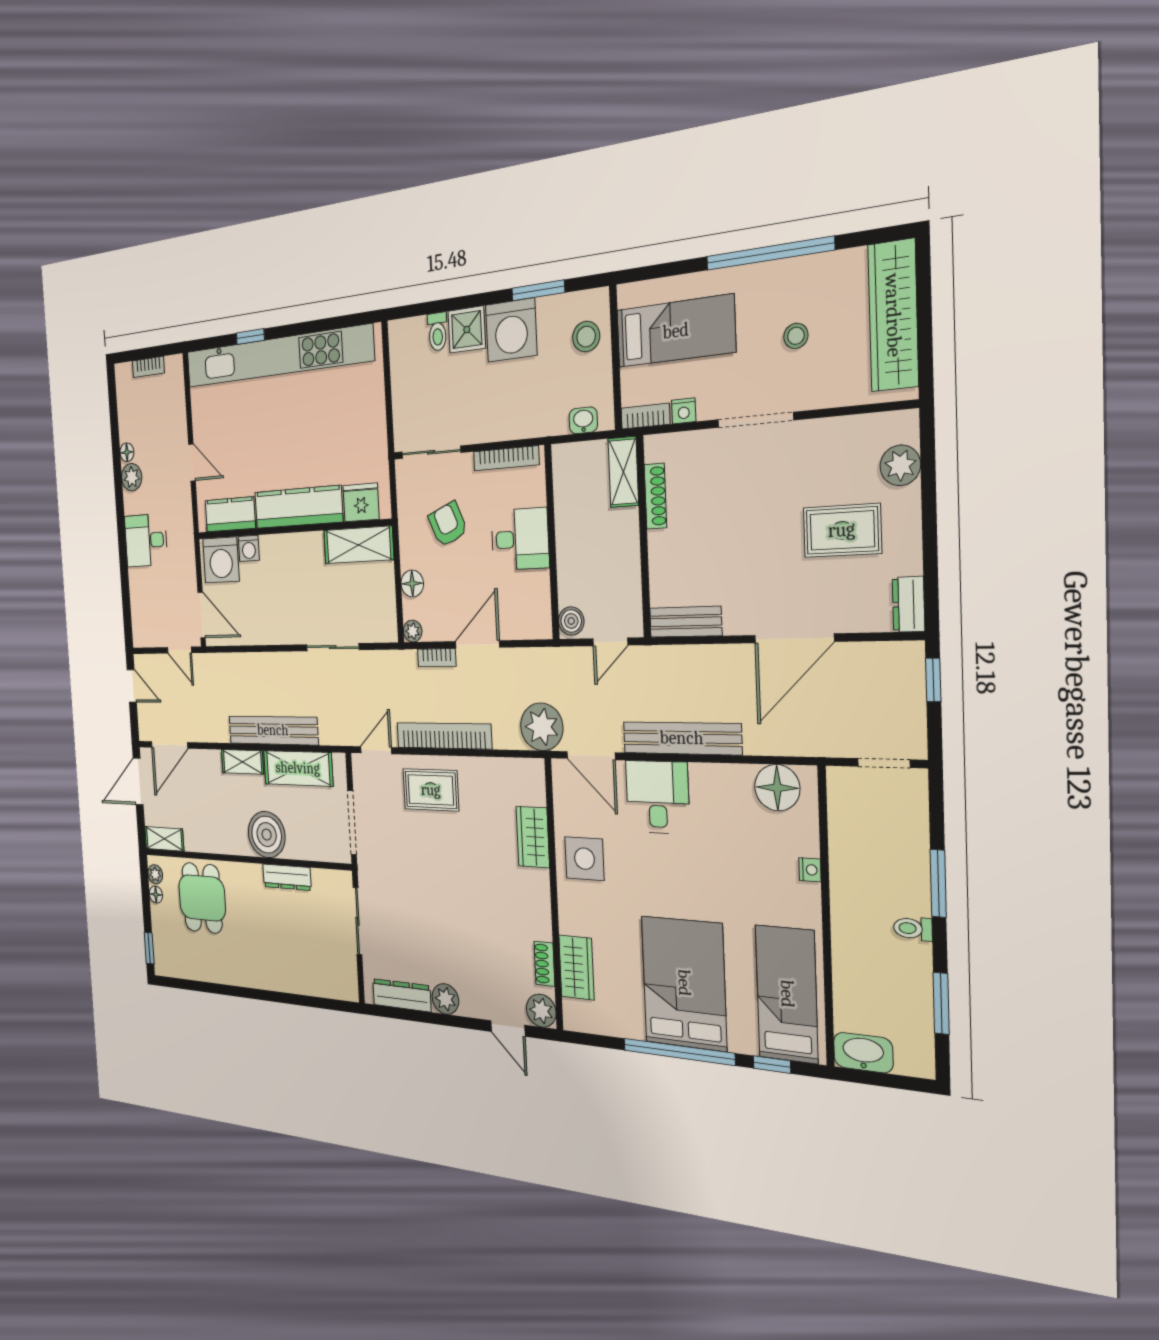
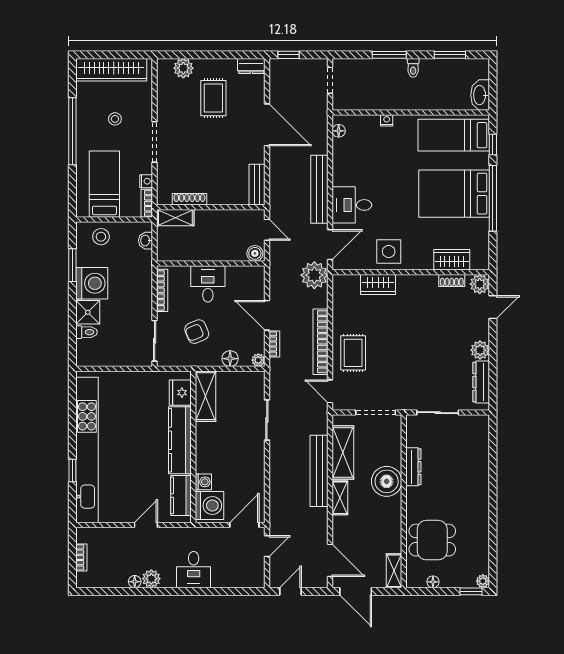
floor lamp: (777, 788) -> (339, 131), width x0.53, depth x0.53
plant: (155, 874) -> (483, 581), moved

